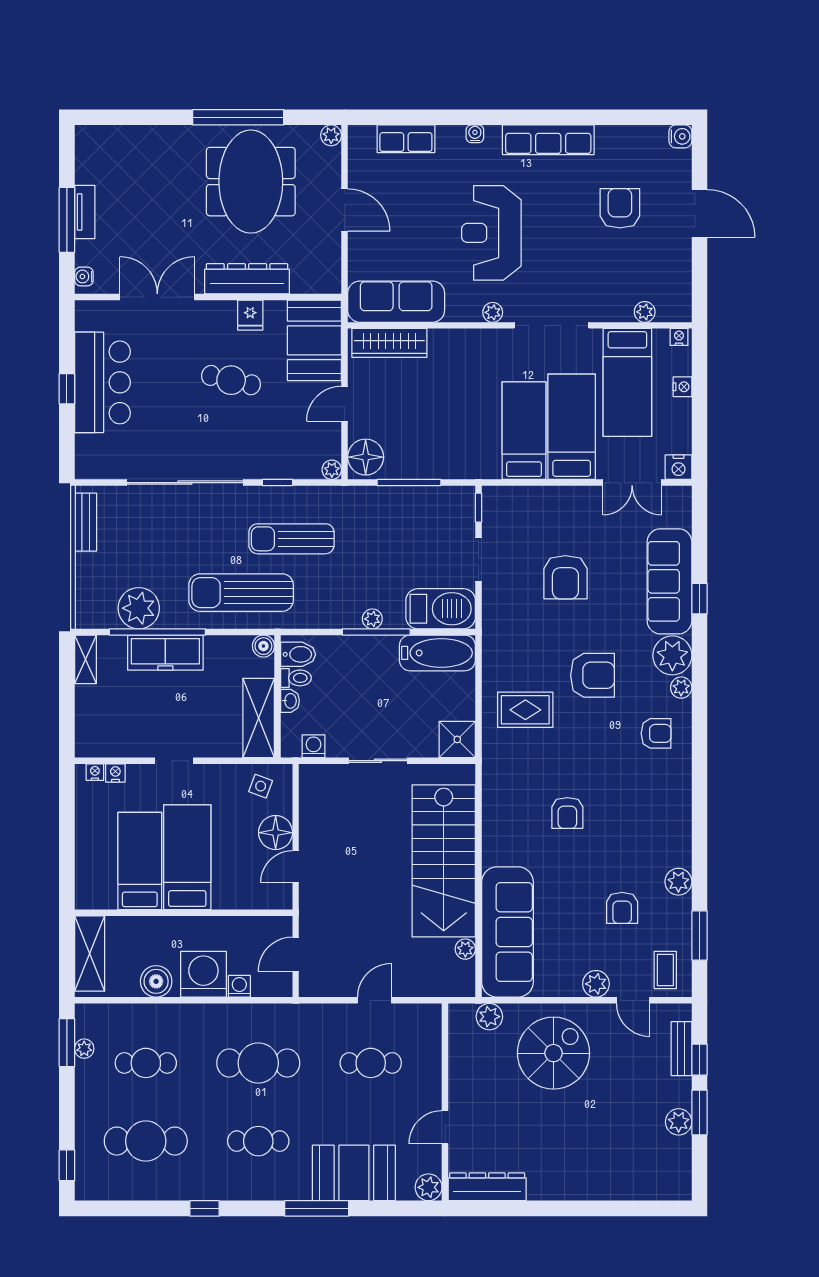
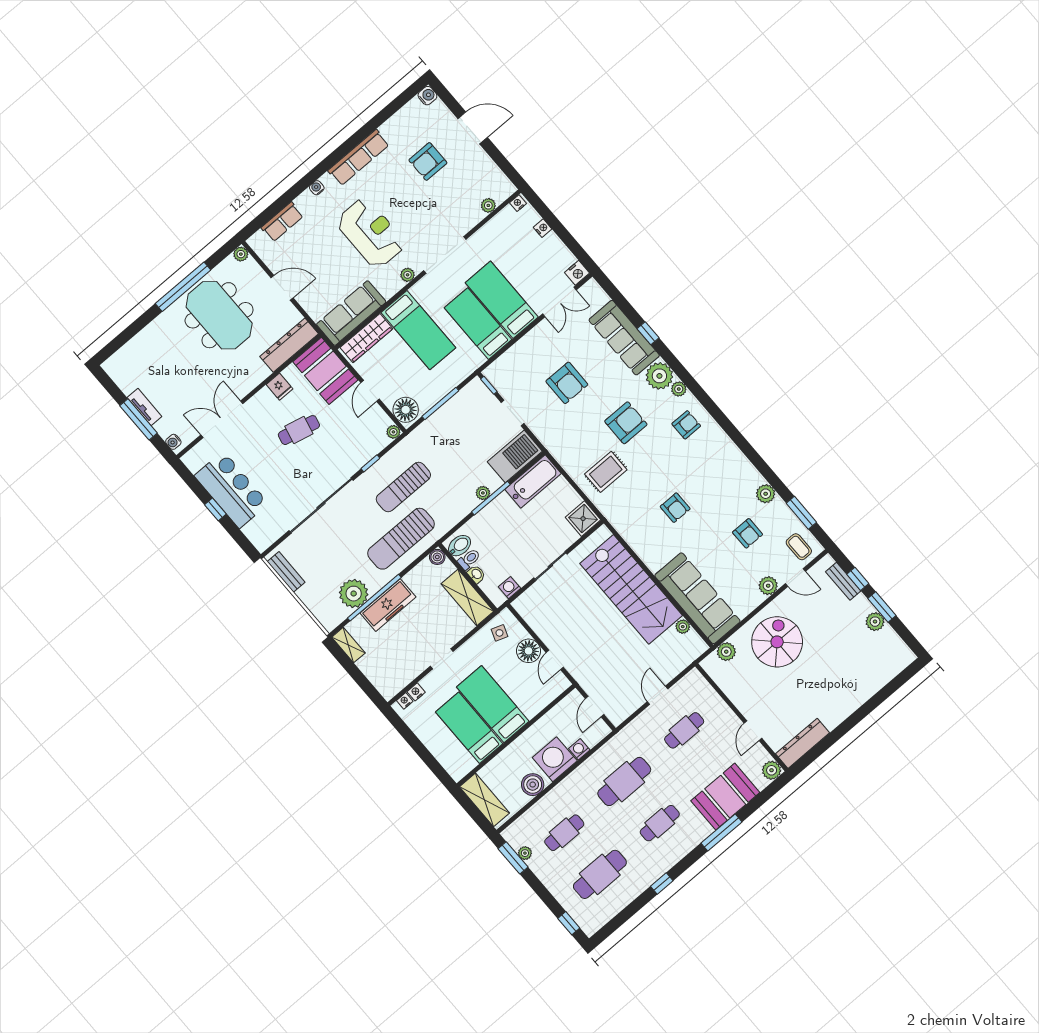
armchair: (620, 208) -> (428, 161), turned -90
reception desk: (491, 233) -> (371, 233), turned 180
dresser: (247, 279) -> (289, 345), moved
bed: (627, 382) -> (418, 330), moved

